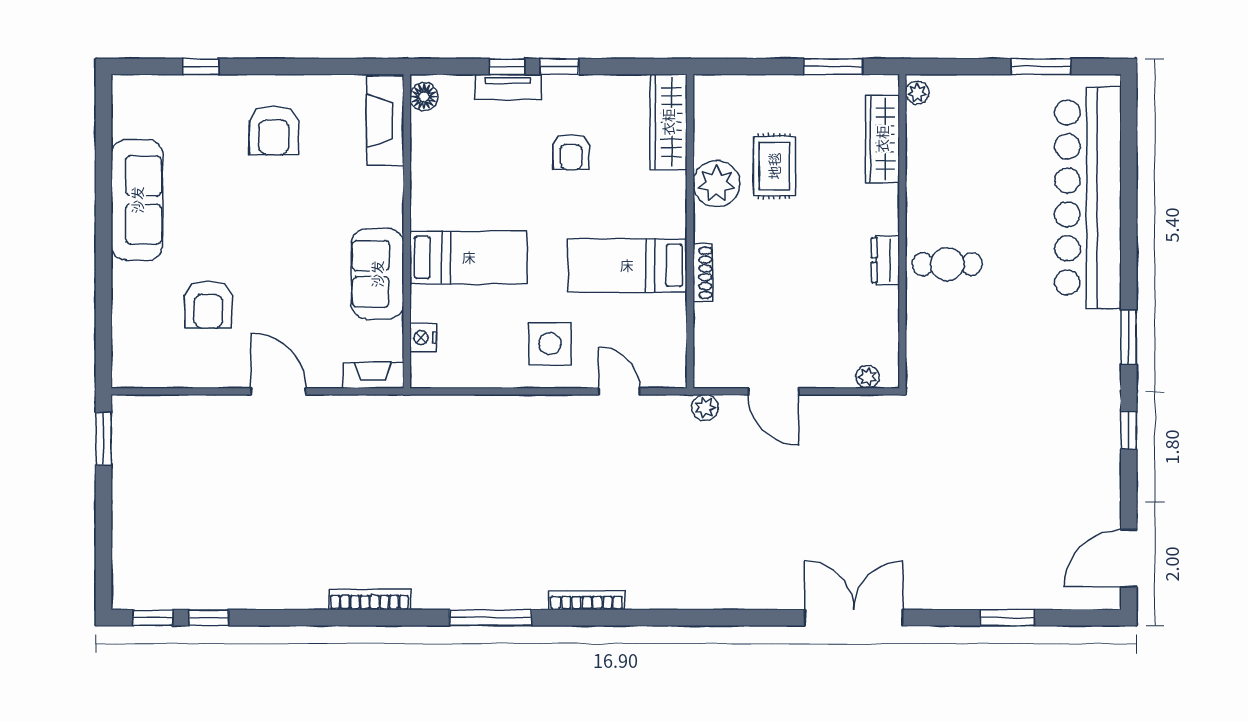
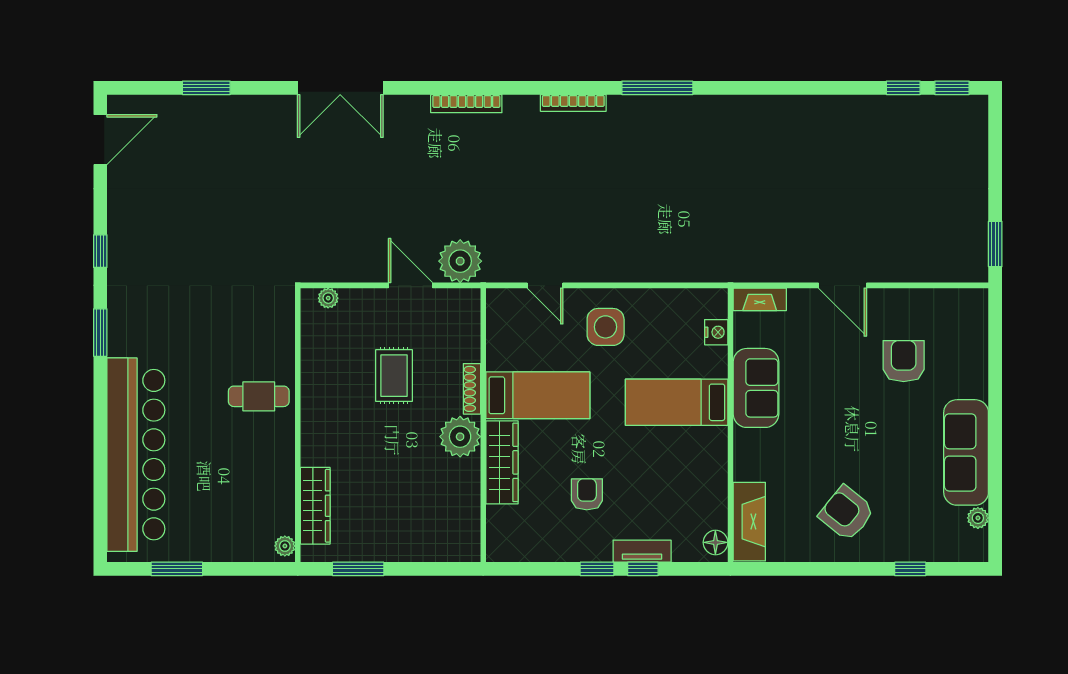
wardrobe: (668, 122) -> (502, 462), moved
plant: (123, 125) -> (978, 518), added
armchair: (274, 130) -> (847, 513), turned -51
rug: (774, 166) -> (394, 376), moved
plant: (716, 184) -> (460, 437), moved
dresser: (886, 260) -> (312, 400), removed
plant: (705, 408) -> (460, 261), width x1.88, depth x1.88
bookcase: (370, 599) -> (466, 104), moved

